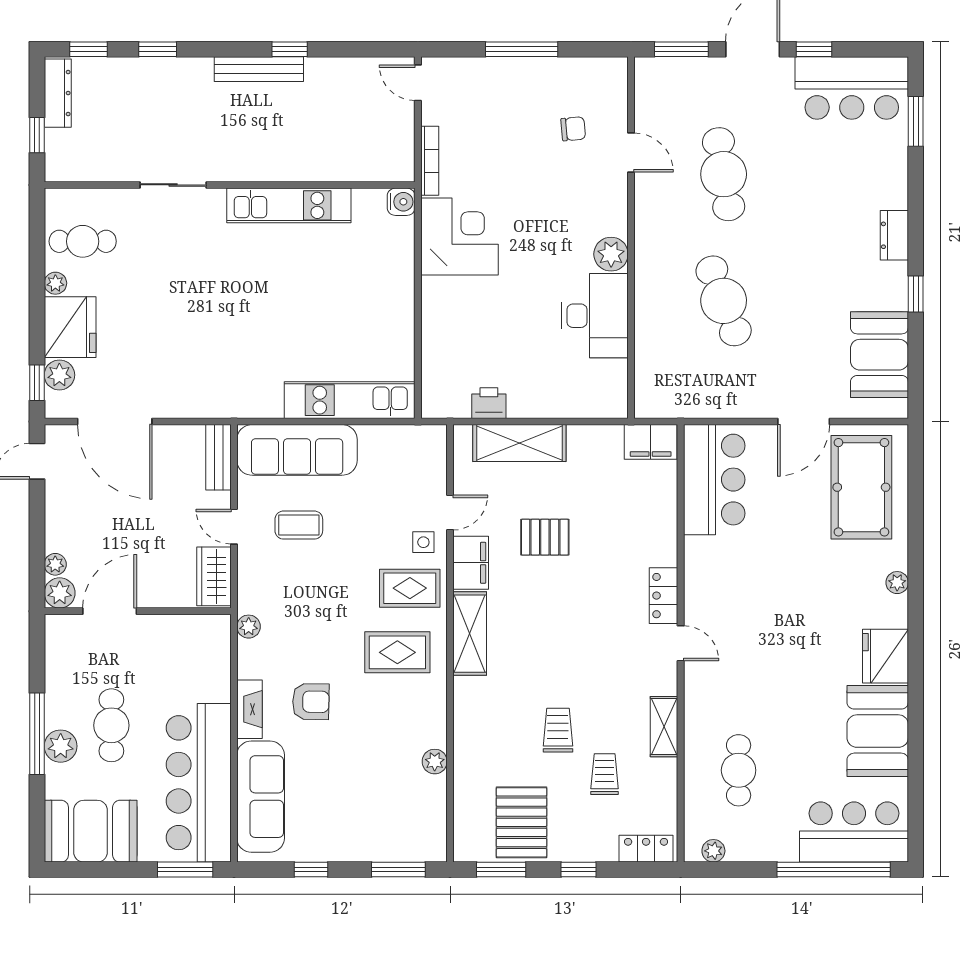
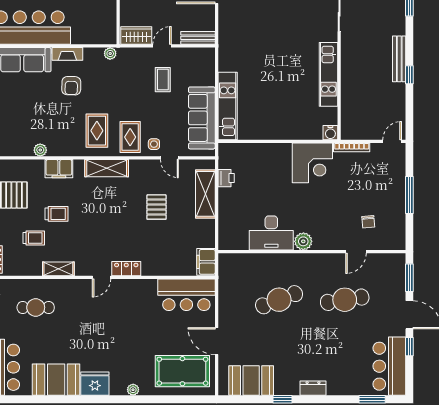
sofa: (297, 450) -> (202, 118), moved
filing cabinet: (471, 563) -> (59, 169), moved

